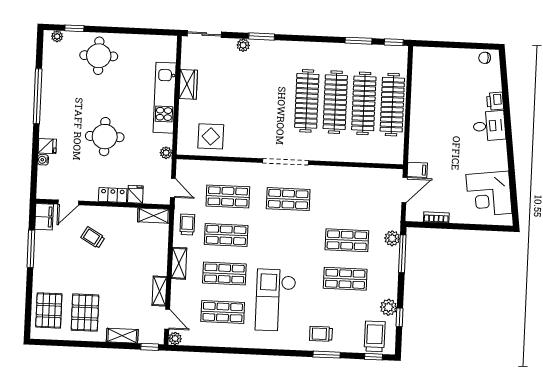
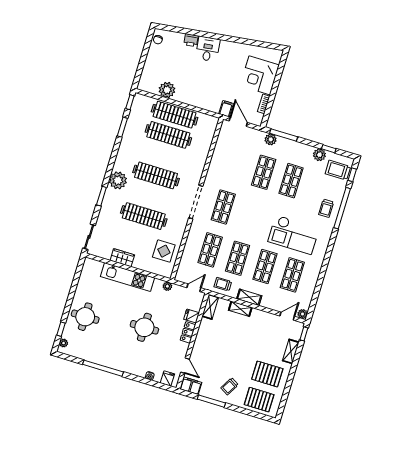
plant: (243, 45) -> (118, 180), moved, width x1.87, depth x1.87
plant: (422, 86) -> (167, 90), added
clothes rail: (335, 102) -> (144, 216), moved
fridge: (47, 146) -> (167, 379), moved
corner desk: (489, 194) -> (260, 75), moved, turned 97
trolley: (93, 237) -> (229, 386), moved
shelving: (159, 291) -> (240, 309), moved
window: (327, 355) -> (342, 208), width x2.11

